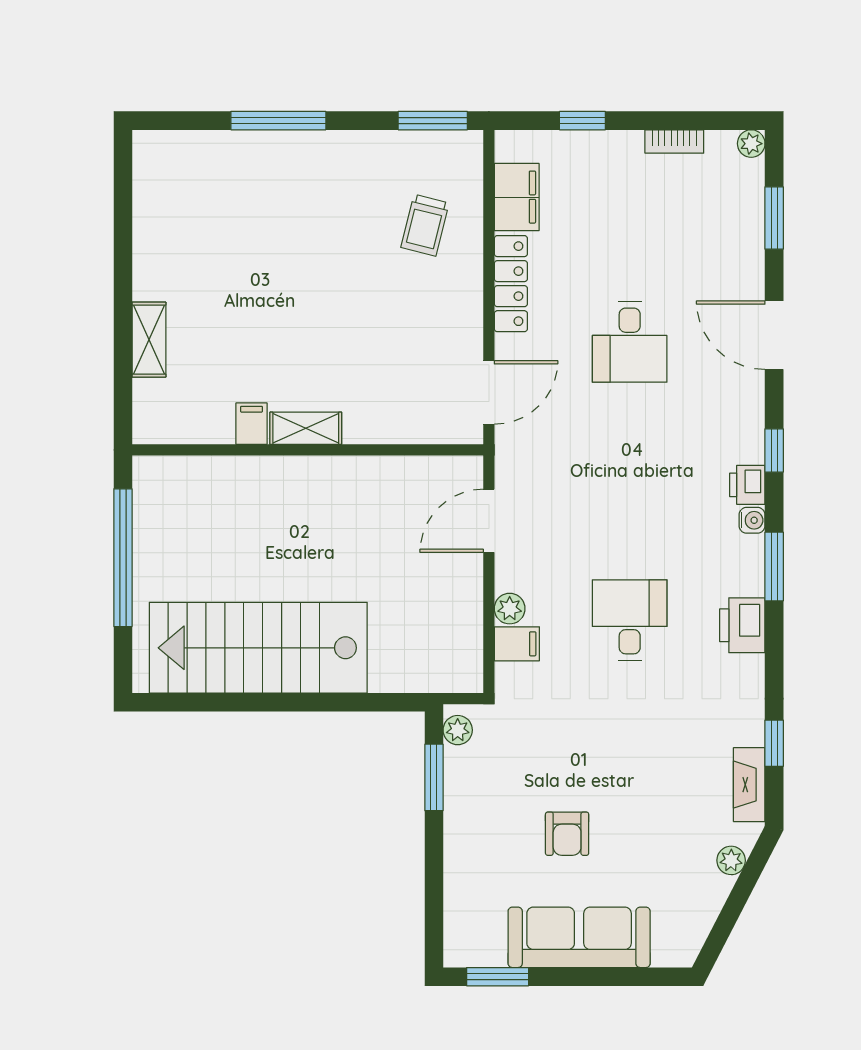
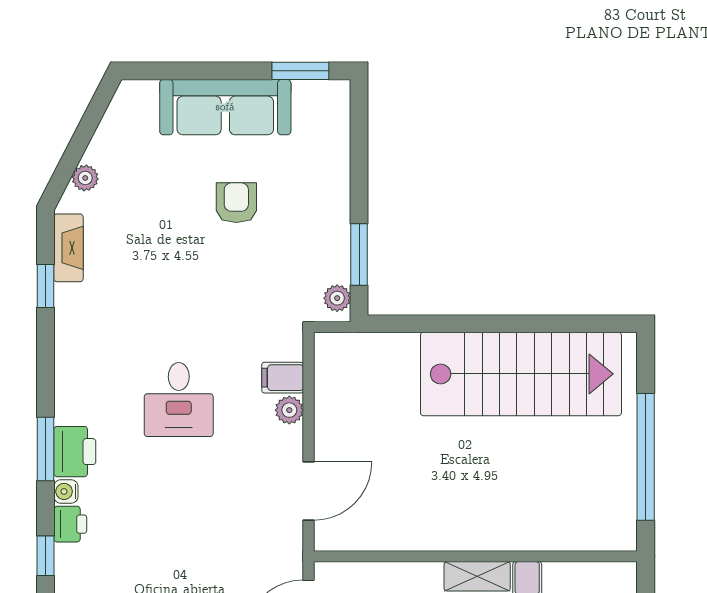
printer: (742, 625) -> (75, 452), moved

